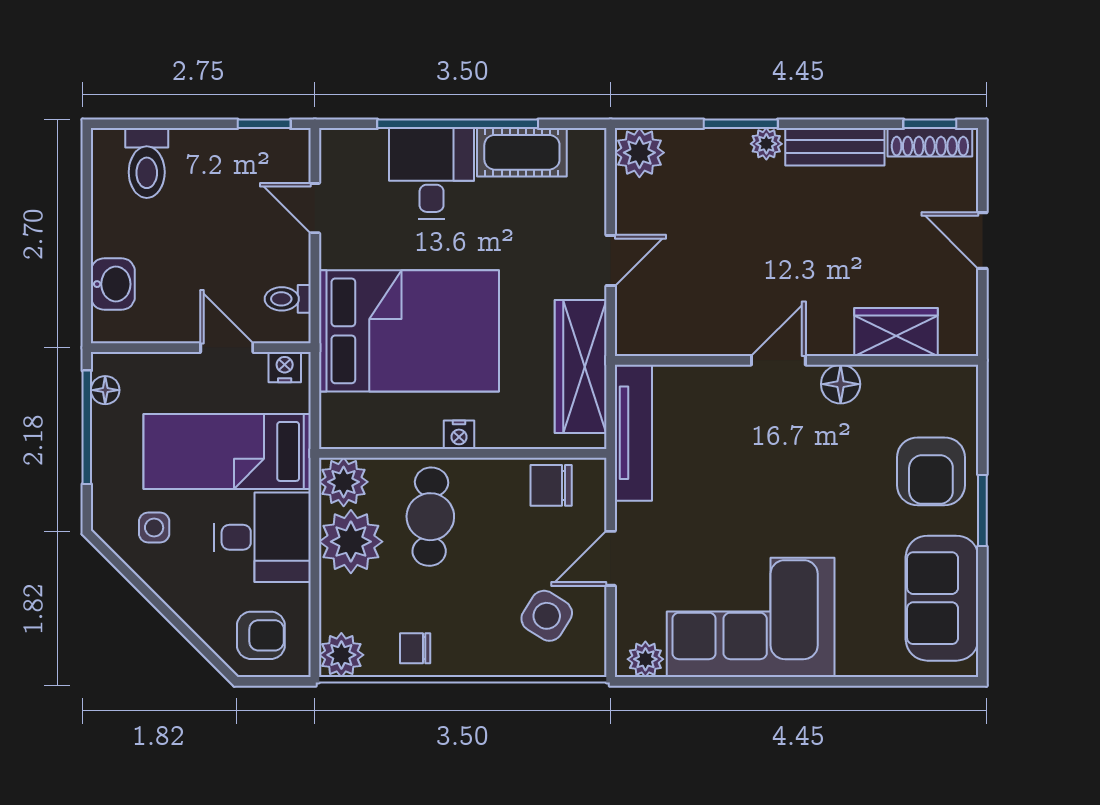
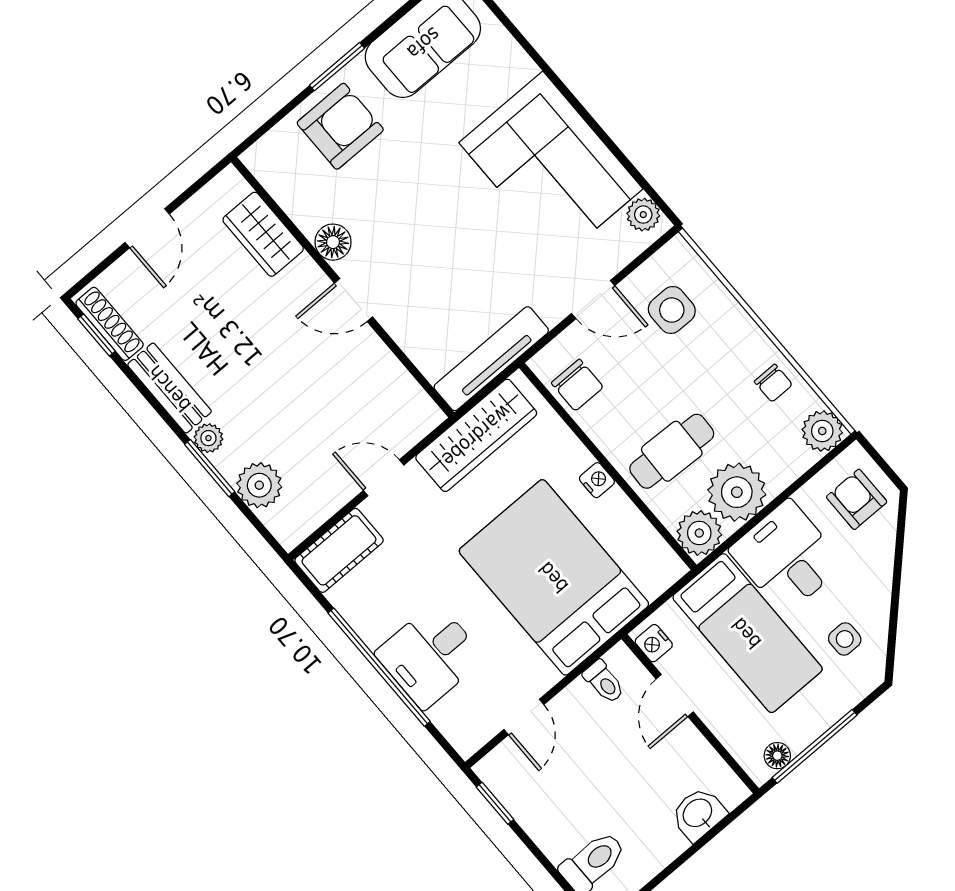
cot: (522, 152) -> (339, 550), moved, turned 90
plant: (639, 153) -> (259, 485), moved
side table: (547, 616) -> (672, 310), turned -32

